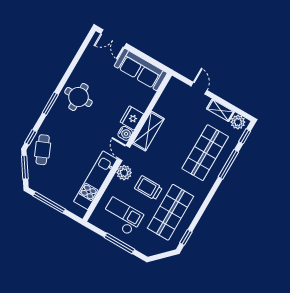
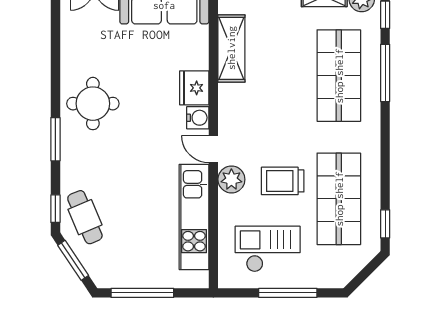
shelving: (148, 131) -> (231, 48), moved

